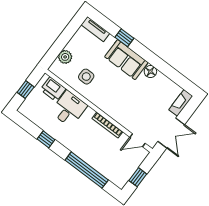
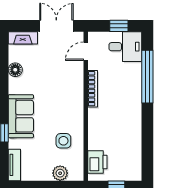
floor lamp: (150, 72) -> (15, 70), moved
desk: (69, 109) -> (125, 47), moved, turned 180
window: (46, 139) -> (147, 134), removed
door: (138, 140) -> (86, 51), swing flipped

